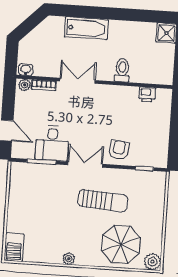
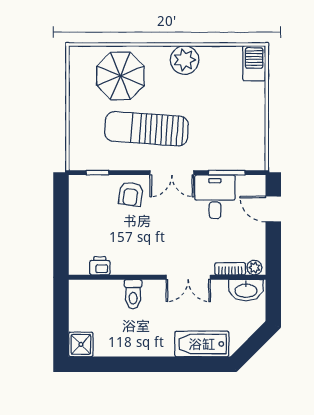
bathtub: (86, 28) -> (202, 344), moved
washbasin: (26, 70) -> (246, 290), width x1.91, depth x1.45
sun lounger: (103, 201) -> (147, 129), width x1.36, depth x1.34
plant: (69, 259) -> (185, 60), width x1.87, depth x1.87
plant: (153, 262) -> (79, 57), removed

